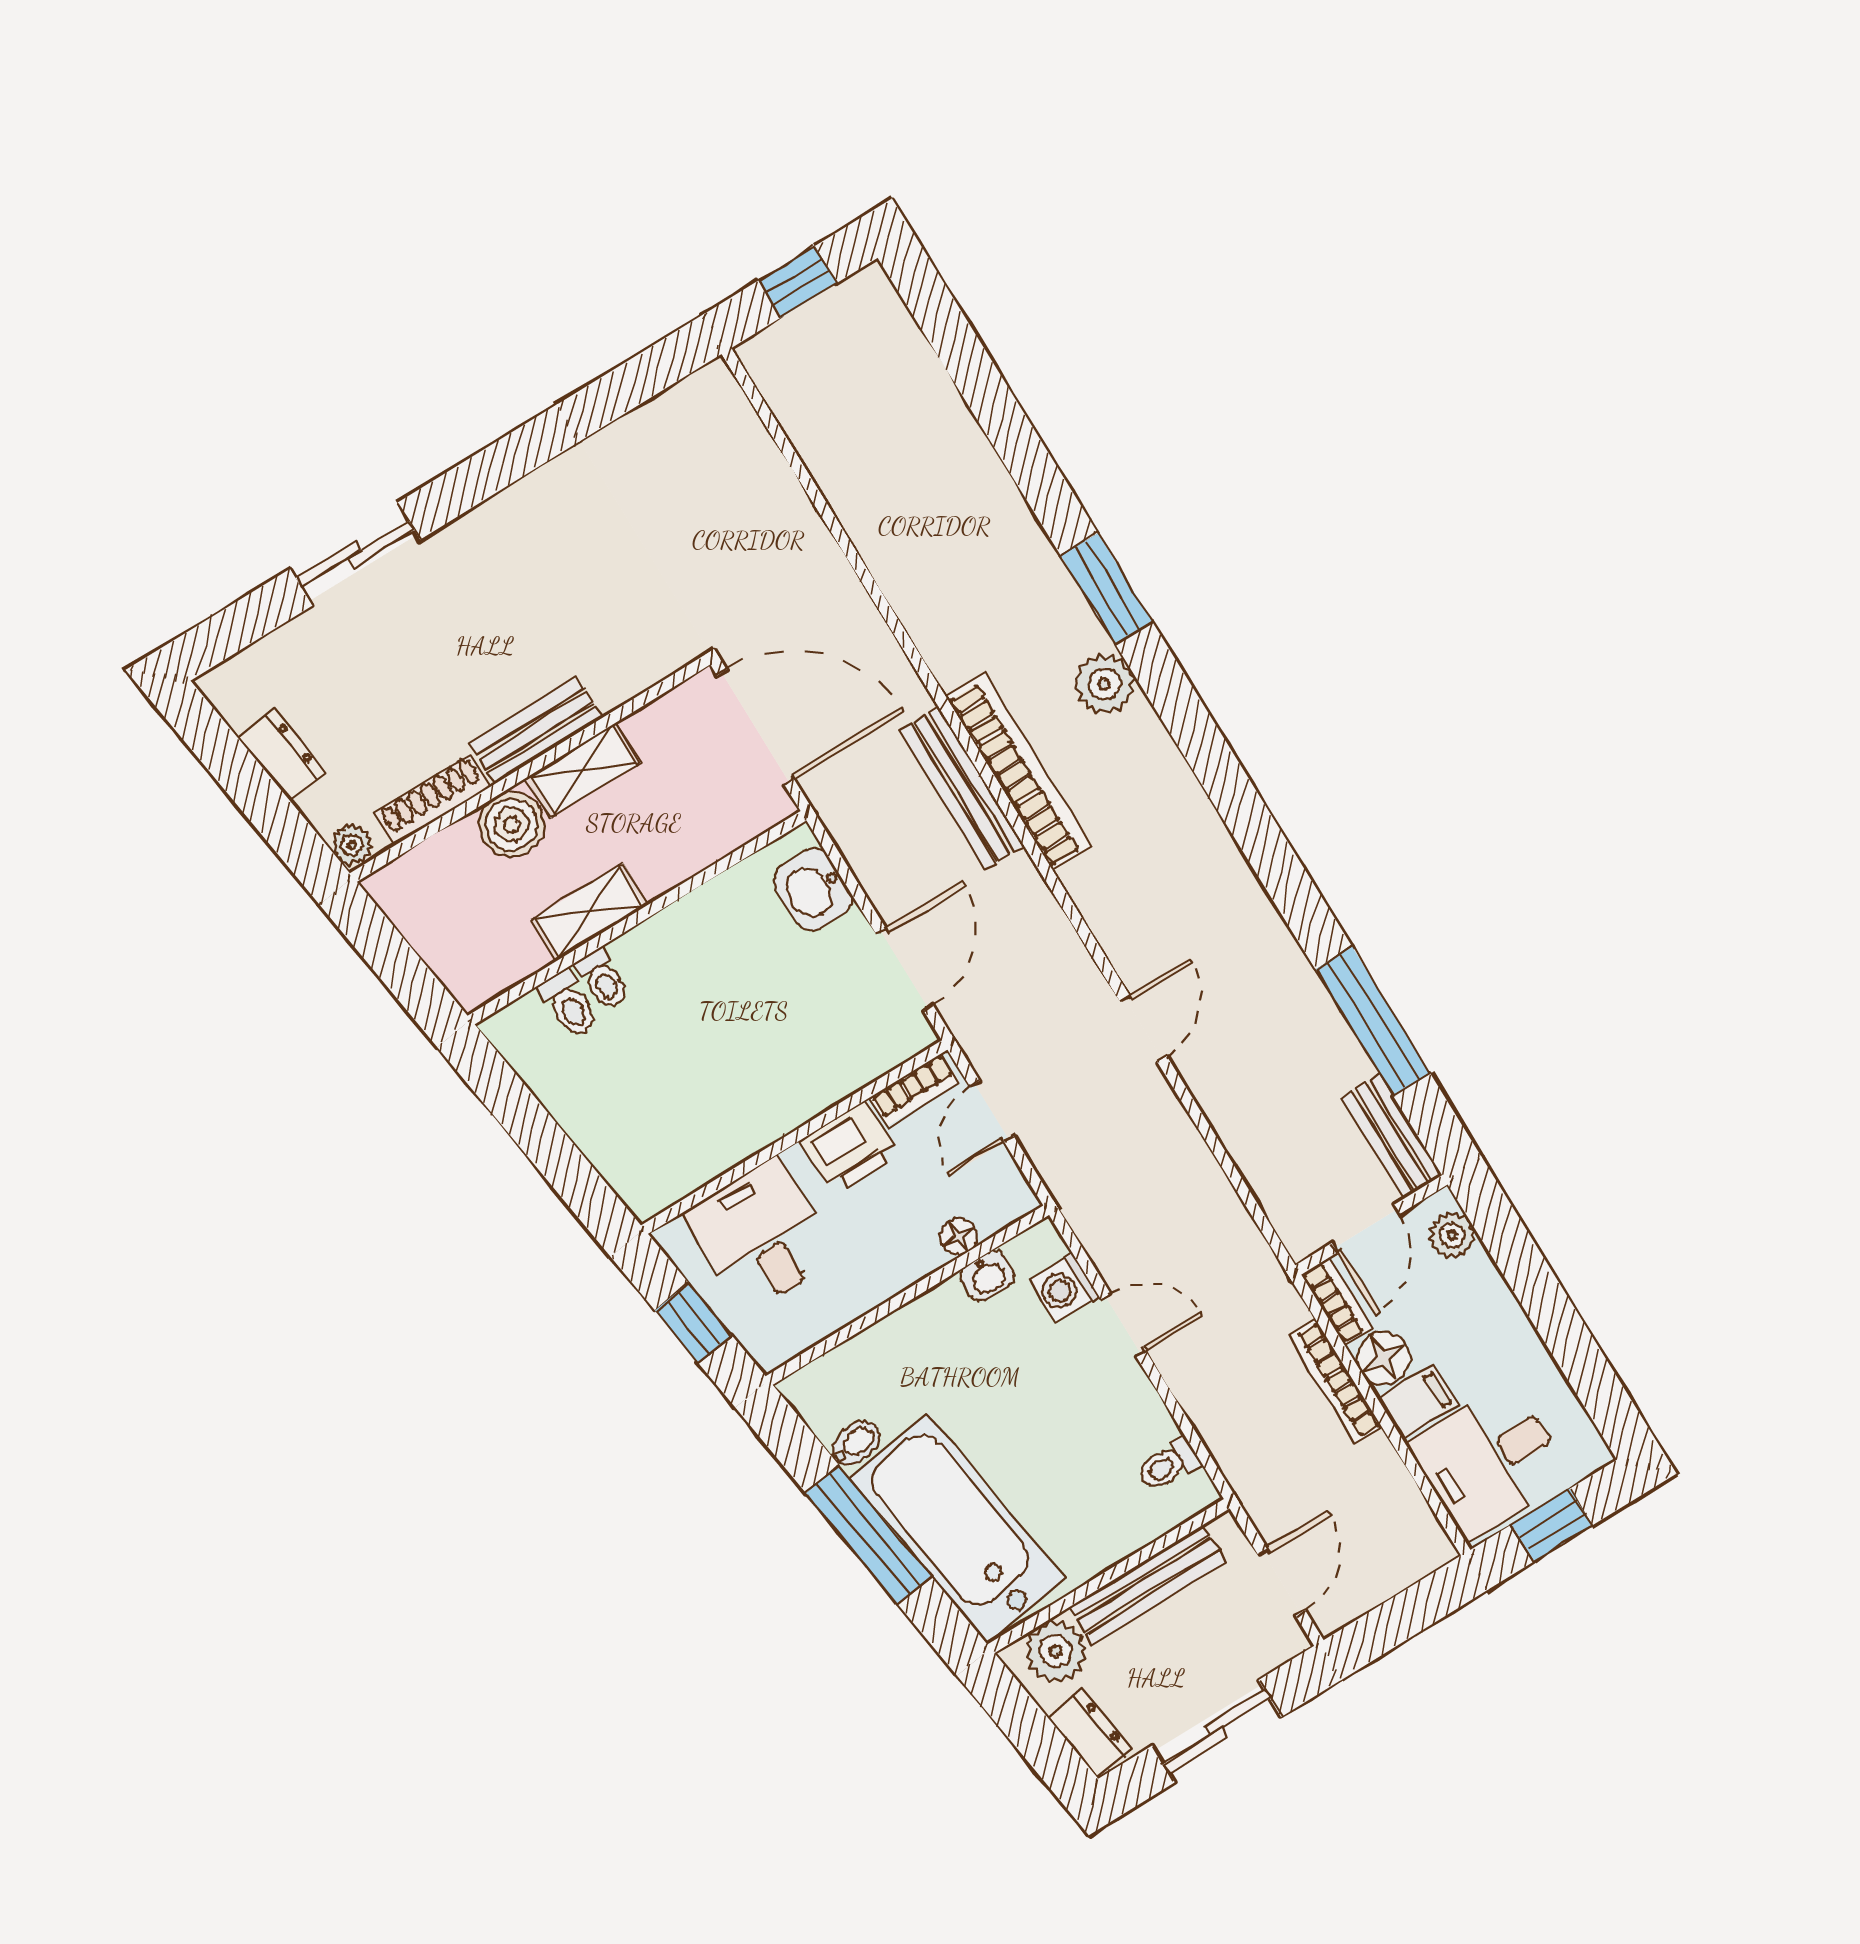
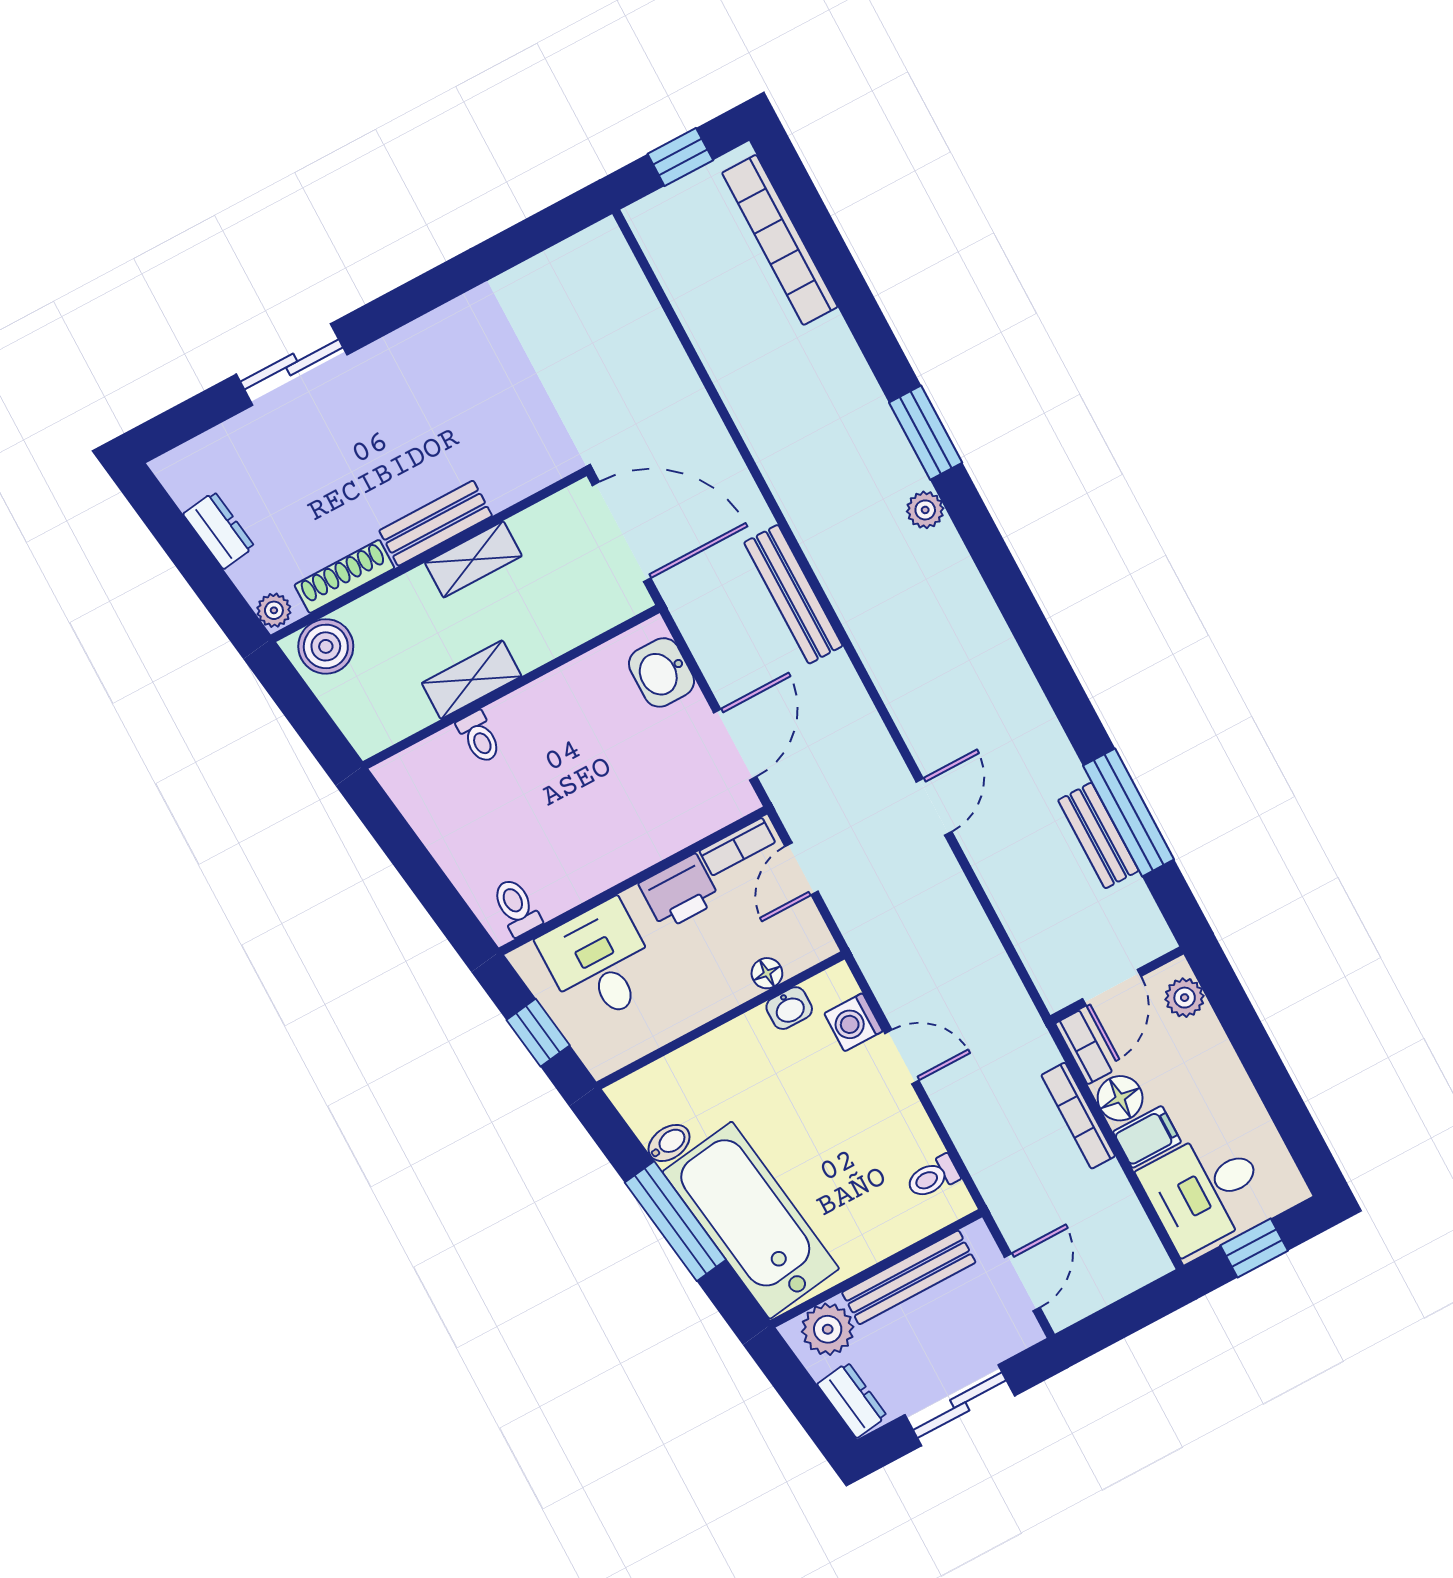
plant: (1104, 684) -> (925, 510), width x0.73, depth x0.73
bookcase: (1019, 772) -> (780, 240), moved, turned 180
boiler: (512, 825) -> (326, 646), moved
toilet: (569, 1004) -> (516, 907), moved, turned 180
bench: (1392, 1137) -> (1098, 835), moved

